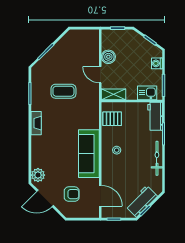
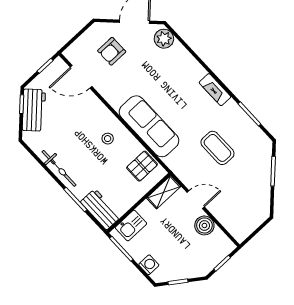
coffee table: (63, 91) -> (217, 148), turned 90
sofa: (89, 154) -> (149, 126), moved

